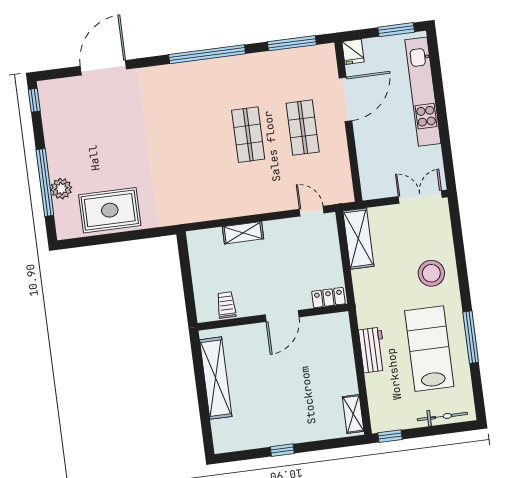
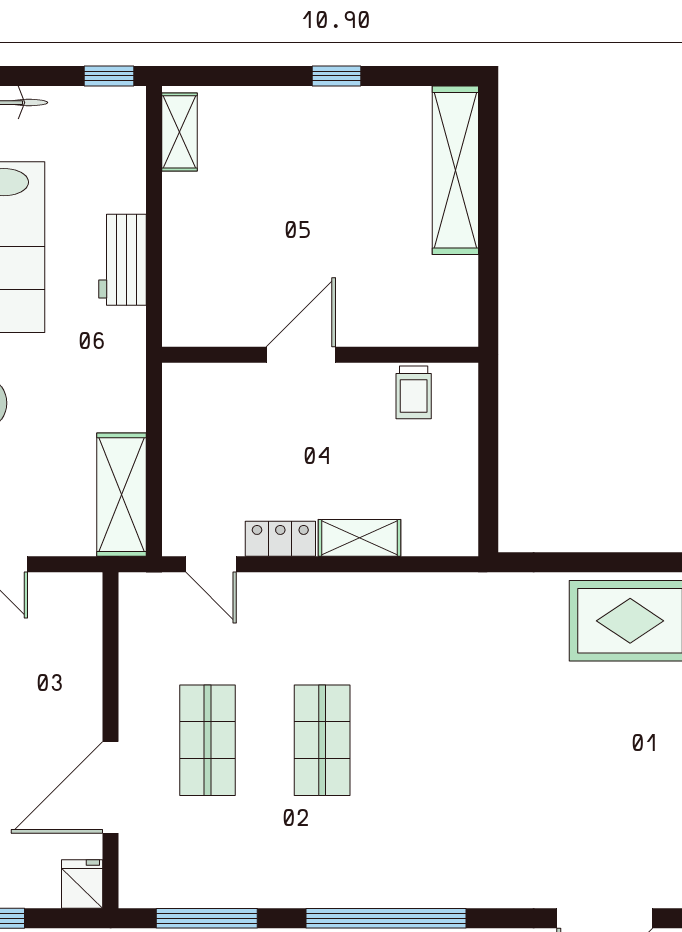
locker: (328, 298) -> (280, 539), moved, turned 180
shelving: (216, 378) -> (455, 170), moved

